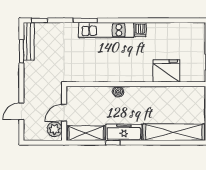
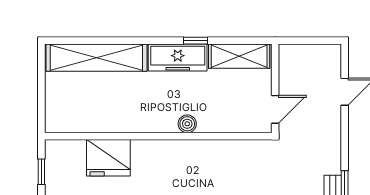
door: (64, 113) -> (275, 109), moved
plant: (55, 129) -> (291, 63), removed

